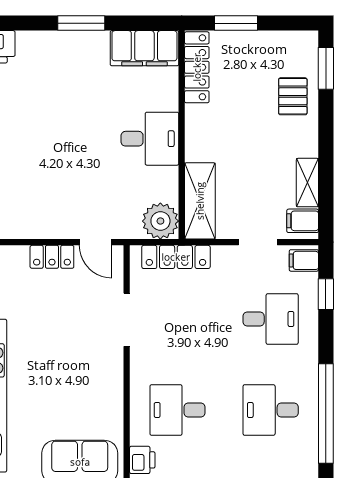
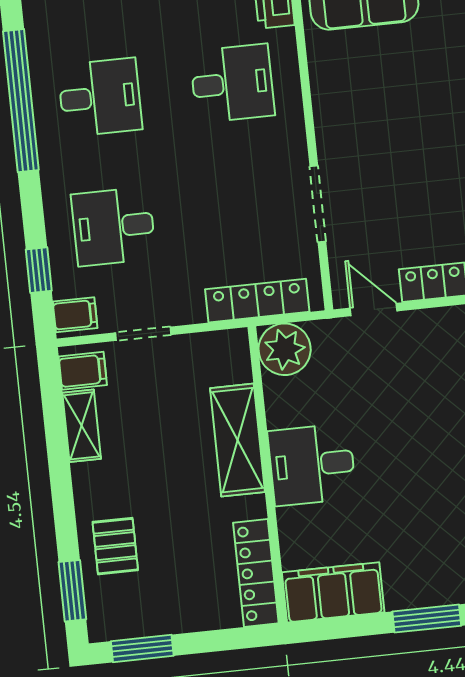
window: (236, 23) -> (142, 649), moved
shelving: (200, 201) -> (237, 440), moved

